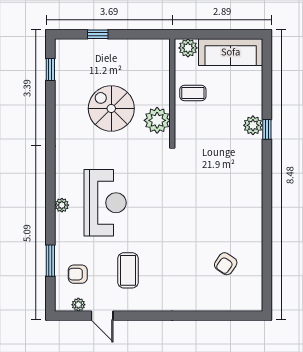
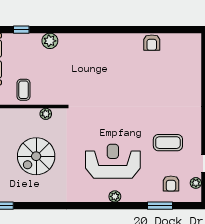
plant: (157, 120) -> (46, 114), width x0.53, depth x0.53
window: (267, 129) -> (21, 30), moved
armchair: (226, 264) -> (152, 43), moved, turned 56

